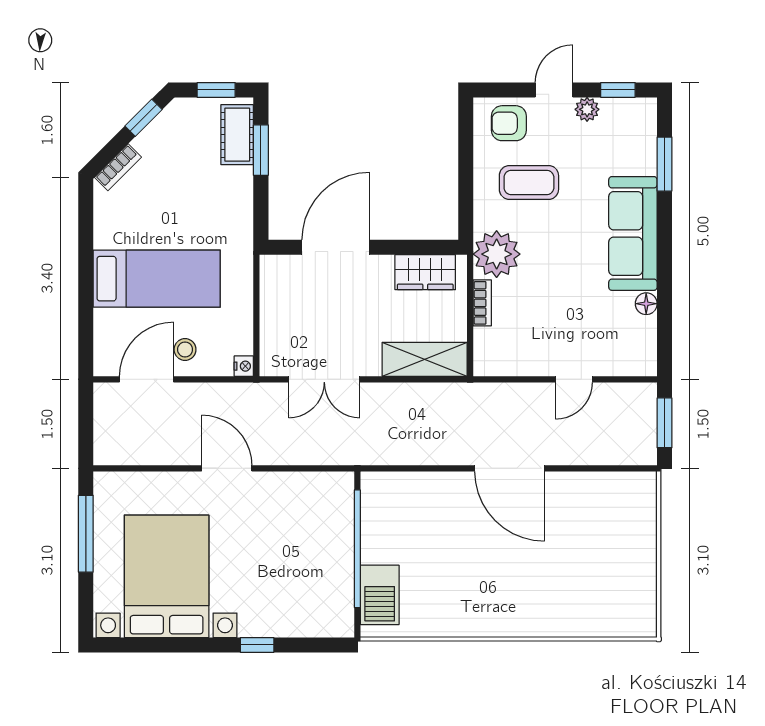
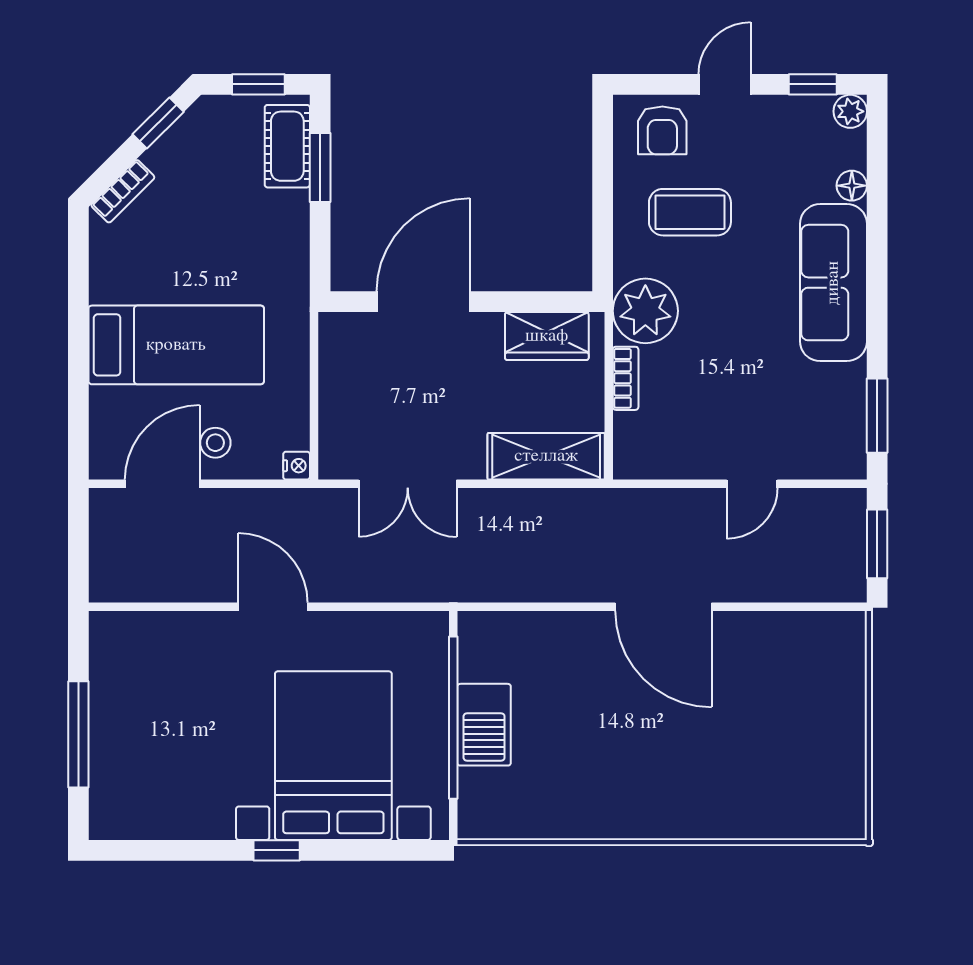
plant: (587, 109) -> (850, 111), moved
armchair: (509, 123) -> (662, 130), turned -90
window: (665, 164) -> (877, 416), moved
floor lamp: (646, 304) -> (852, 186), moved
window: (86, 534) -> (78, 734), moved
bed with nightstands: (167, 576) -> (333, 756), moved
barbecue: (380, 595) -> (484, 725), moved
window: (257, 645) -> (277, 850), moved

